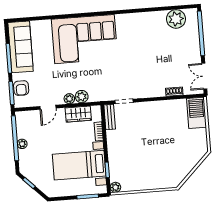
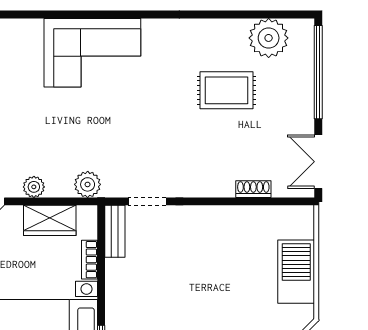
corner sofa: (85, 39) -> (92, 53), width x0.73, depth x0.74
rug: (158, 45) -> (226, 90), added
plant: (82, 97) -> (88, 184), moved
barbecue: (197, 113) -> (296, 272), moved

